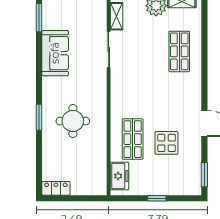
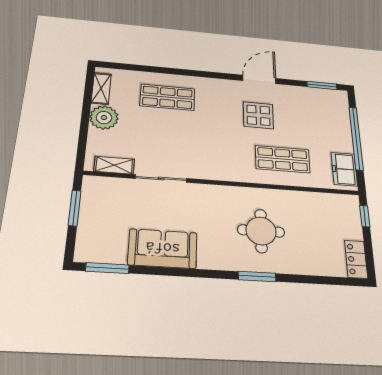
display table: (167, 143) -> (258, 115), moved
freezer: (119, 176) -> (344, 169), moved, turned -90
window: (90, 198) -> (365, 216), added
window: (157, 198) -> (356, 138), width x3.17

